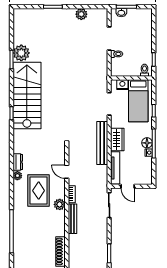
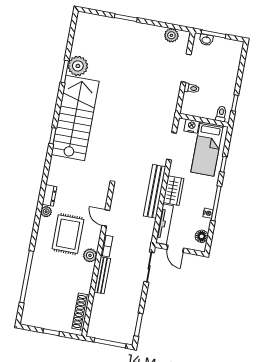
plant: (81, 14) -> (171, 35), moved
floor lamp: (147, 143) -> (202, 236), moved

